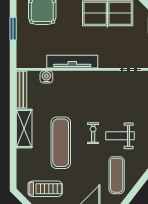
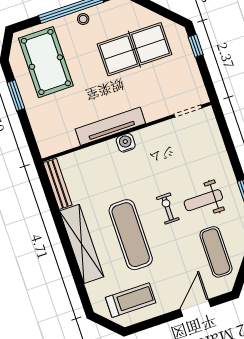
window: (13, 29) -> (16, 95), moved
water cooler: (46, 77) -> (126, 143), moved
shelving: (24, 128) -> (82, 244), width x1.47

